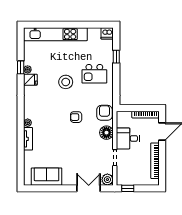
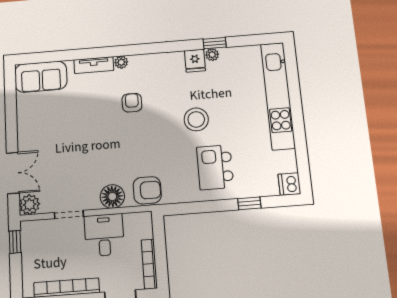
armchair: (76, 117) -> (132, 103), moved
sofa: (47, 177) -> (41, 77), moved, turned 90

